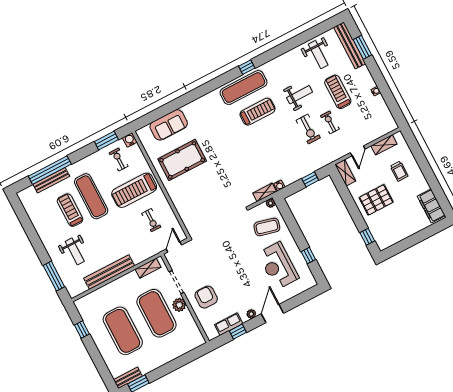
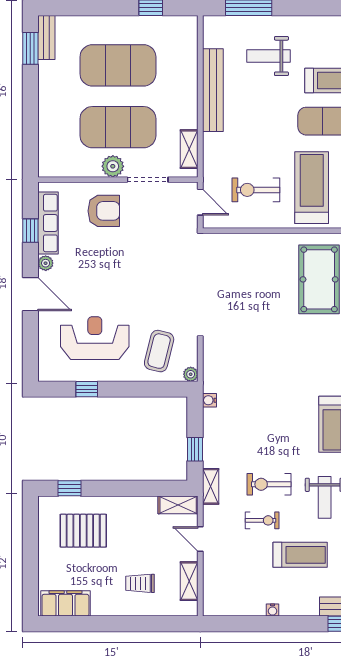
shelving: (265, 192) -> (211, 486), moved
pallet: (376, 200) -> (83, 531), moved, turned 90
exercise bike: (151, 220) -> (256, 190), width x1.38, depth x1.39
row of seats: (229, 324) -> (48, 223), width x1.48

